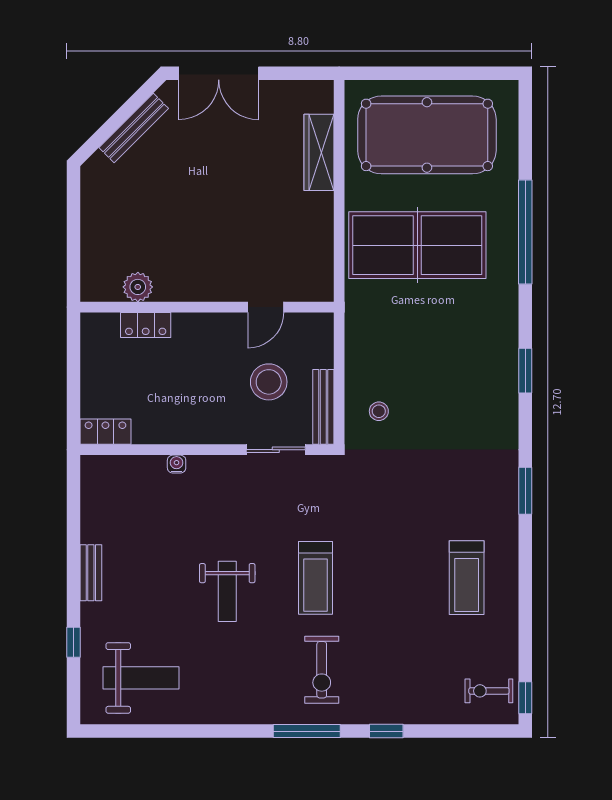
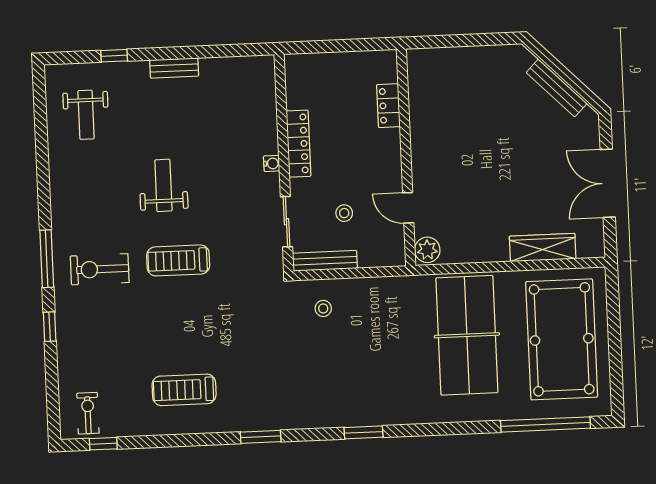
double door: (219, 73) -> (608, 183), moved
window: (525, 232) -> (545, 424), moved
plant: (138, 287) -> (427, 250), moved
stool: (269, 382) -> (344, 213), width x0.53, depth x0.53
locker: (105, 432) -> (299, 144), moved, width x1.53
water cooler: (177, 464) -> (272, 163), moved
weight bench: (227, 591) -> (163, 185), turned 90
weight bench: (141, 678) -> (86, 115), width x0.73, depth x0.75
window: (525, 698) -> (103, 444), moved

